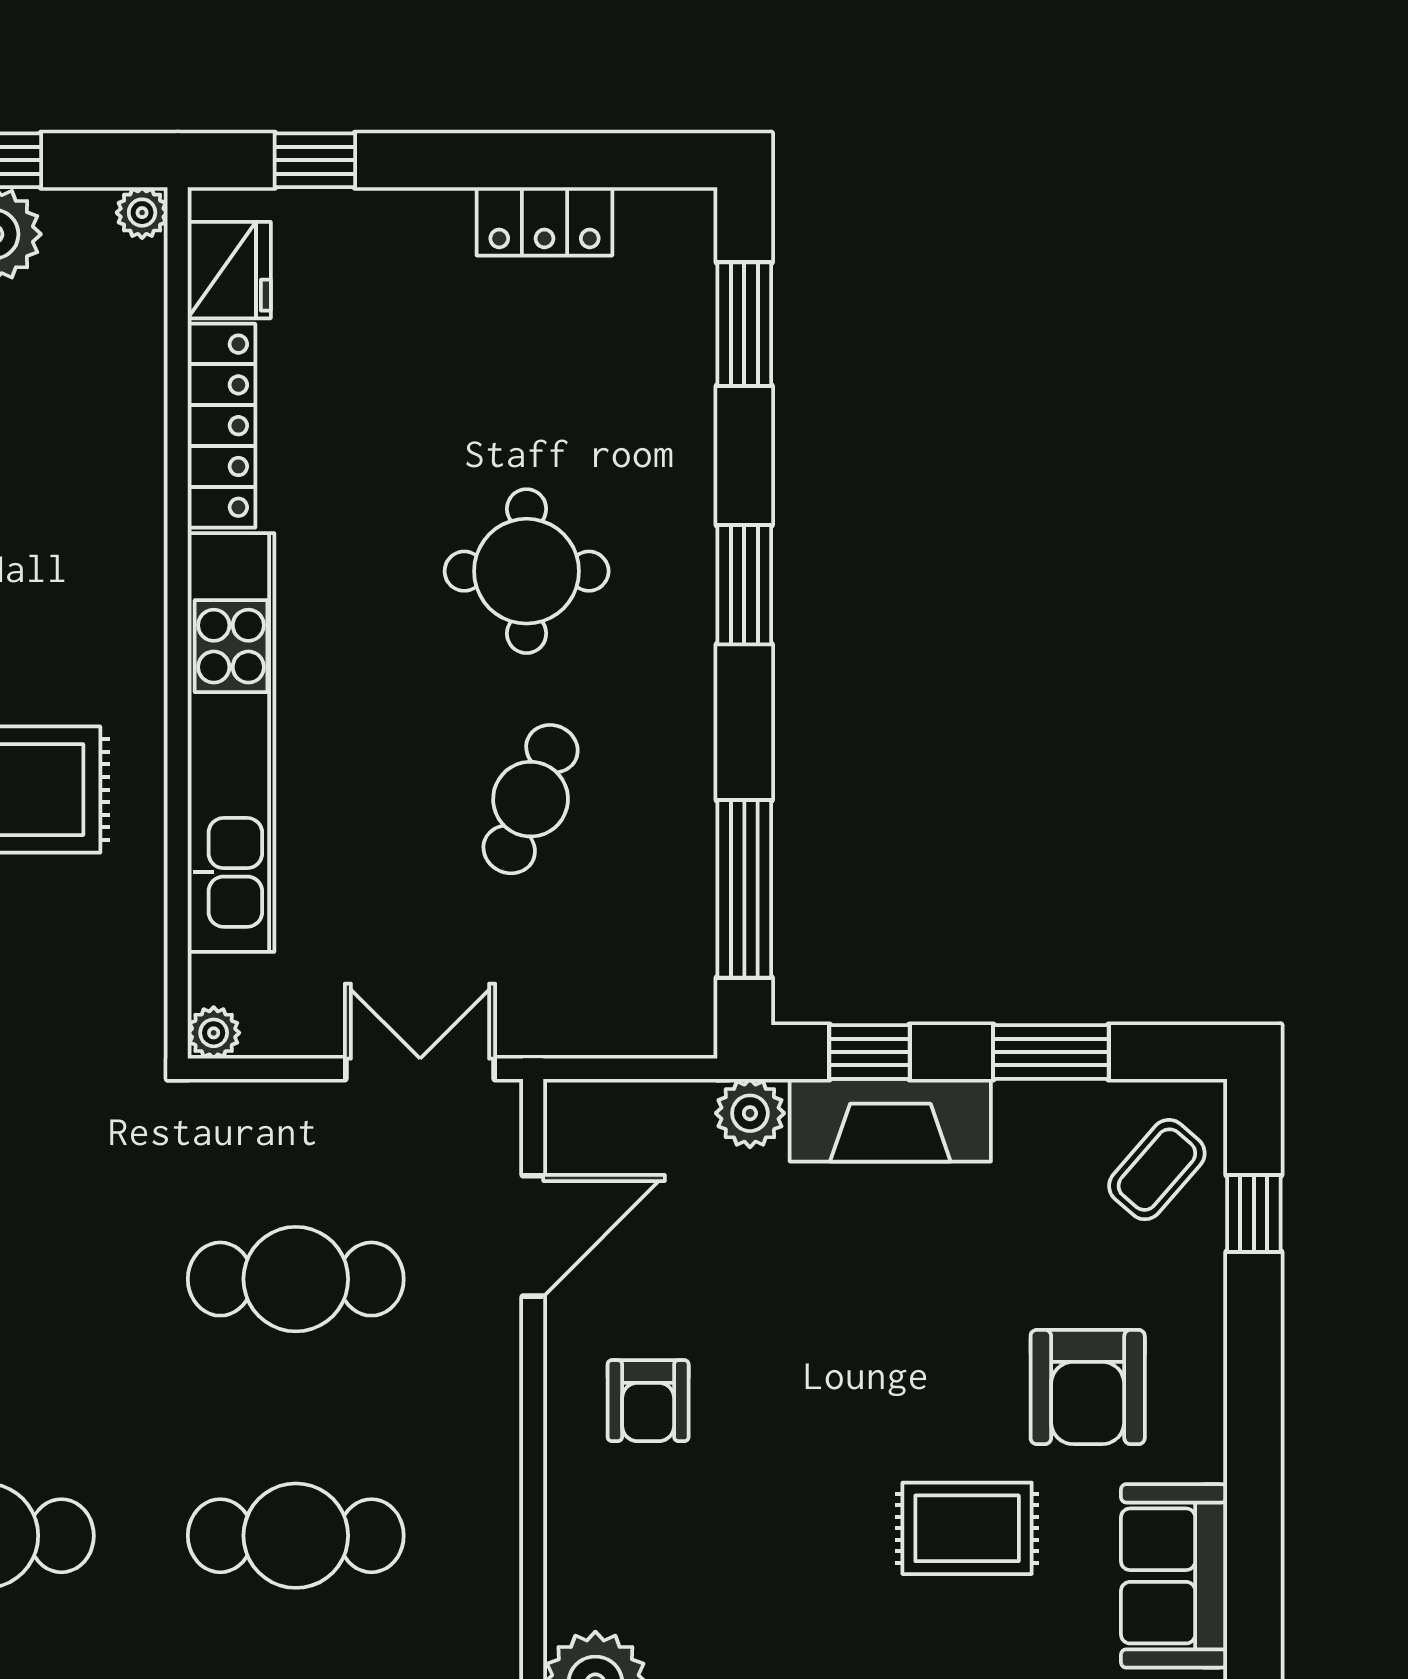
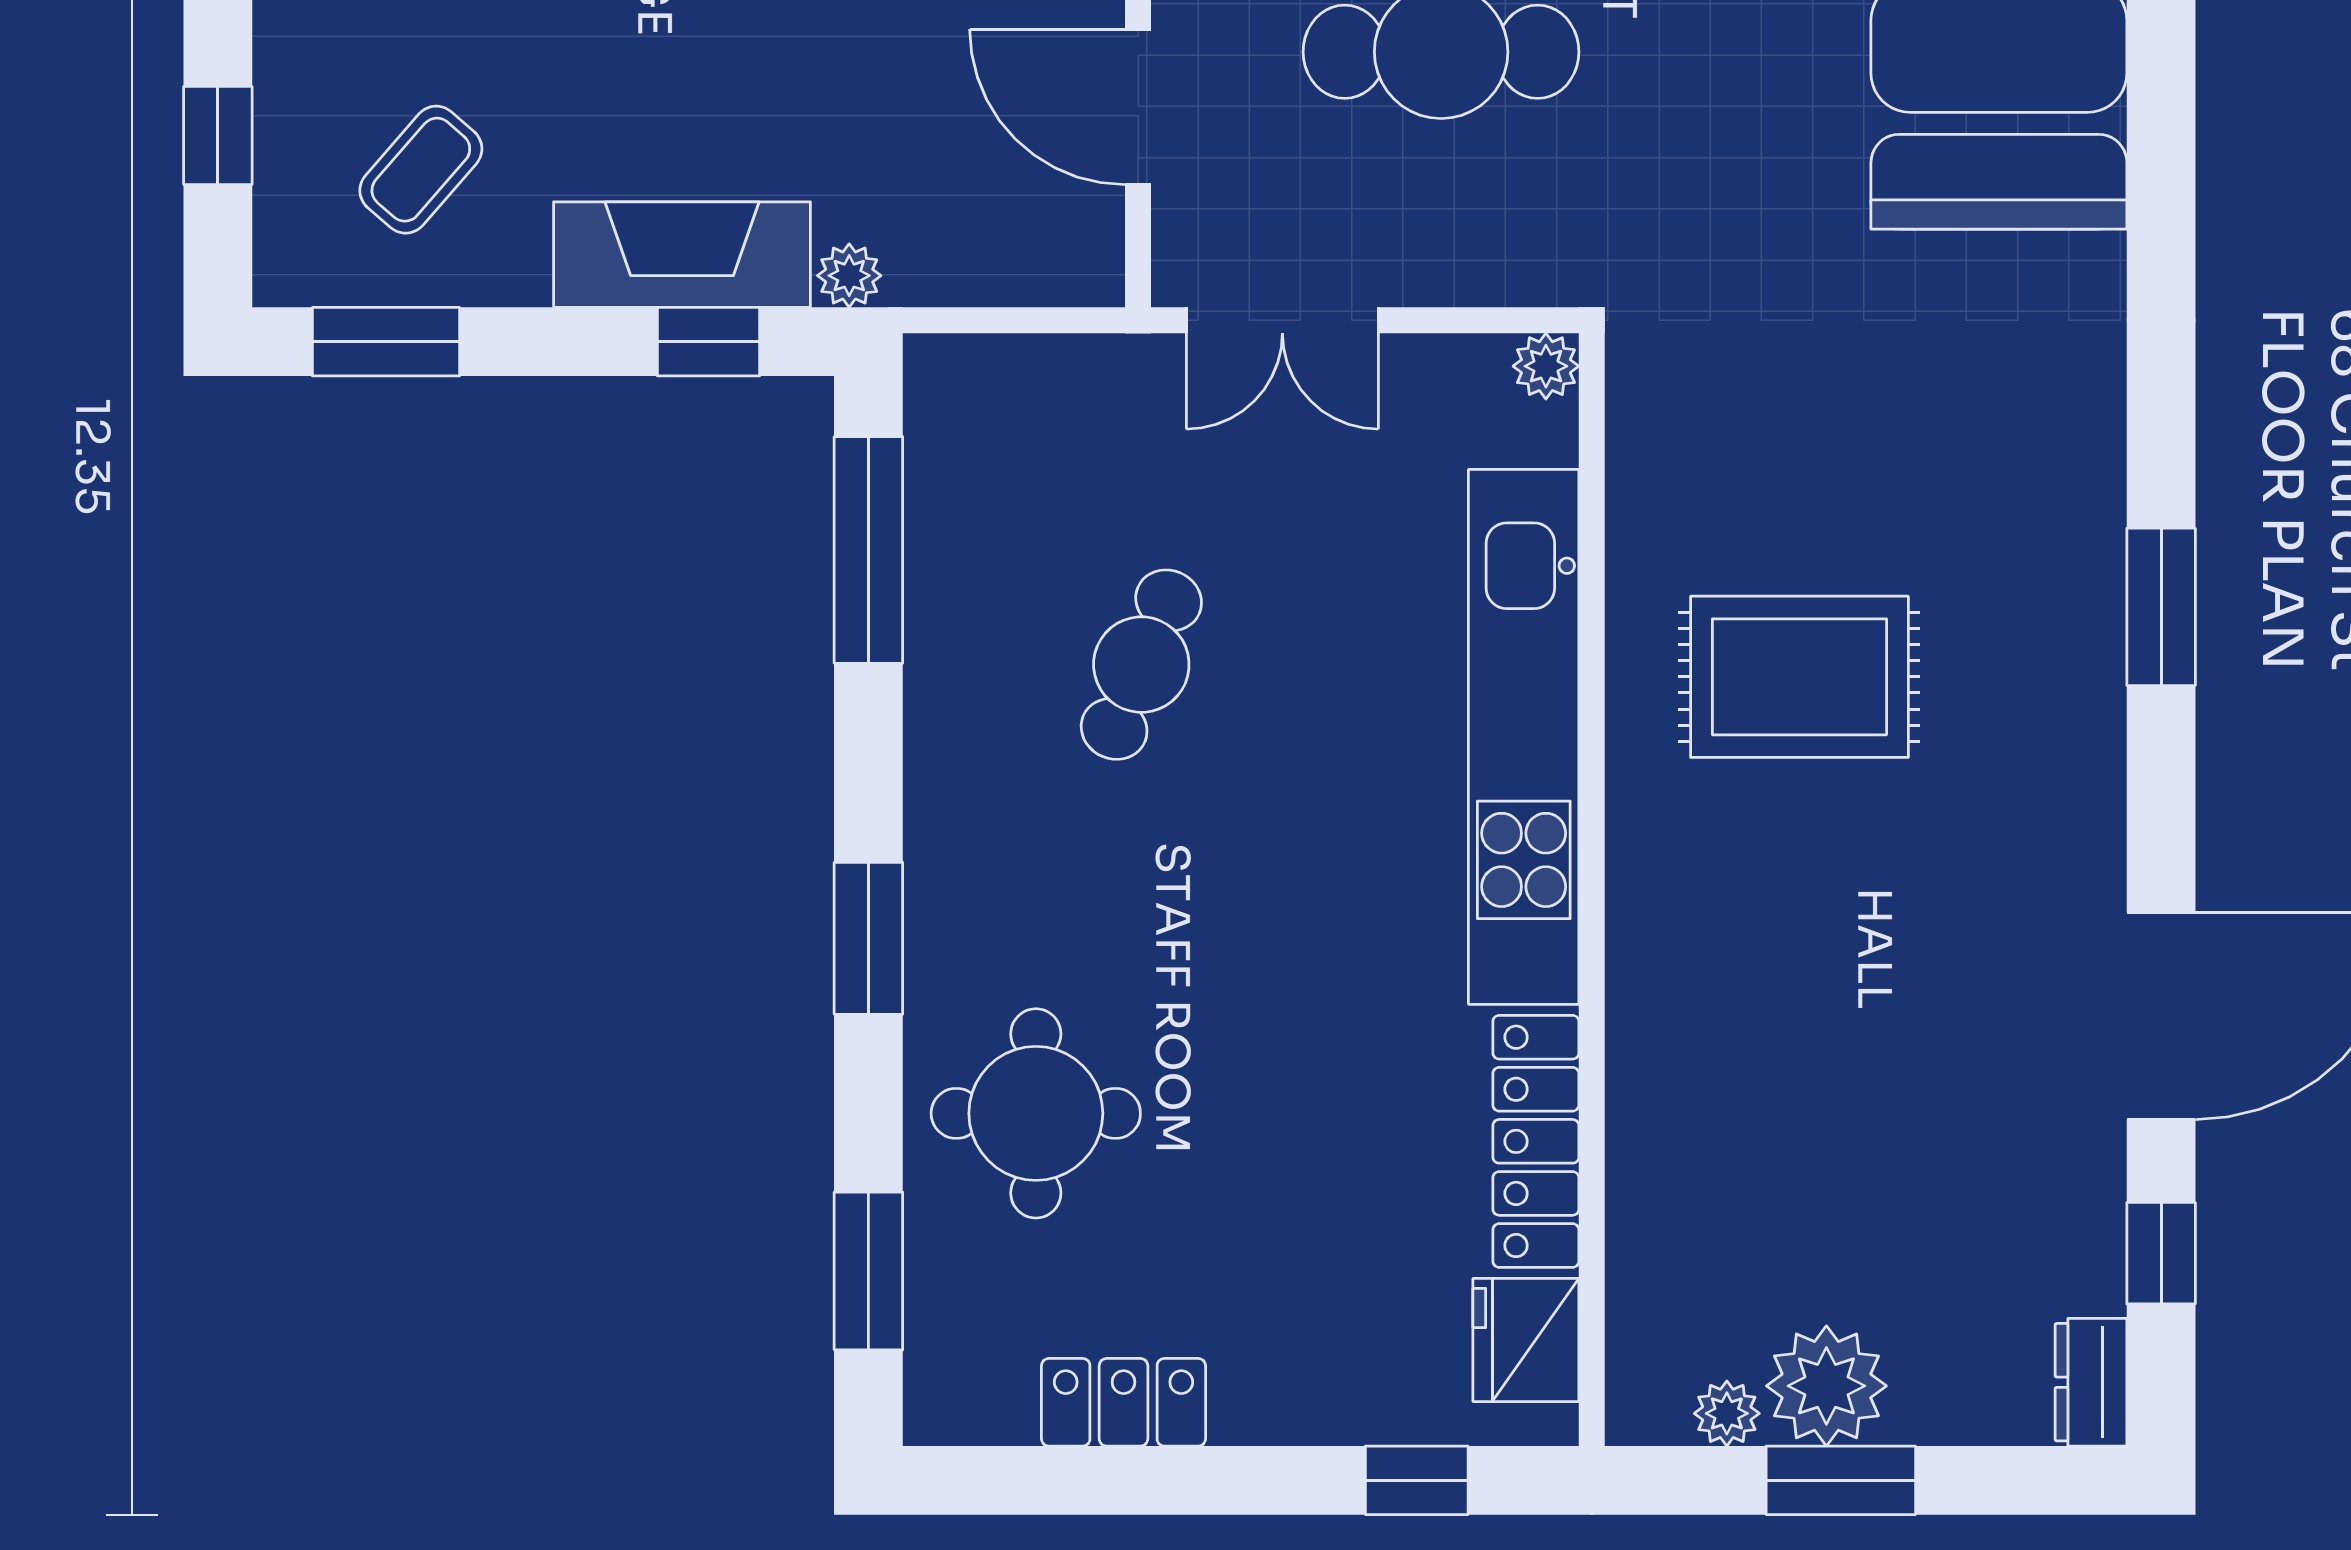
plant: (142, 213) -> (1727, 1413), moved
round table: (527, 571) -> (1036, 1113), moved
window: (1051, 1052) -> (386, 342), moved
plant: (750, 1113) -> (849, 276), width x0.73, depth x0.73
coffee table: (1157, 1170) -> (421, 170), moved
door: (533, 1236) -> (1138, 107), hinge flipped

